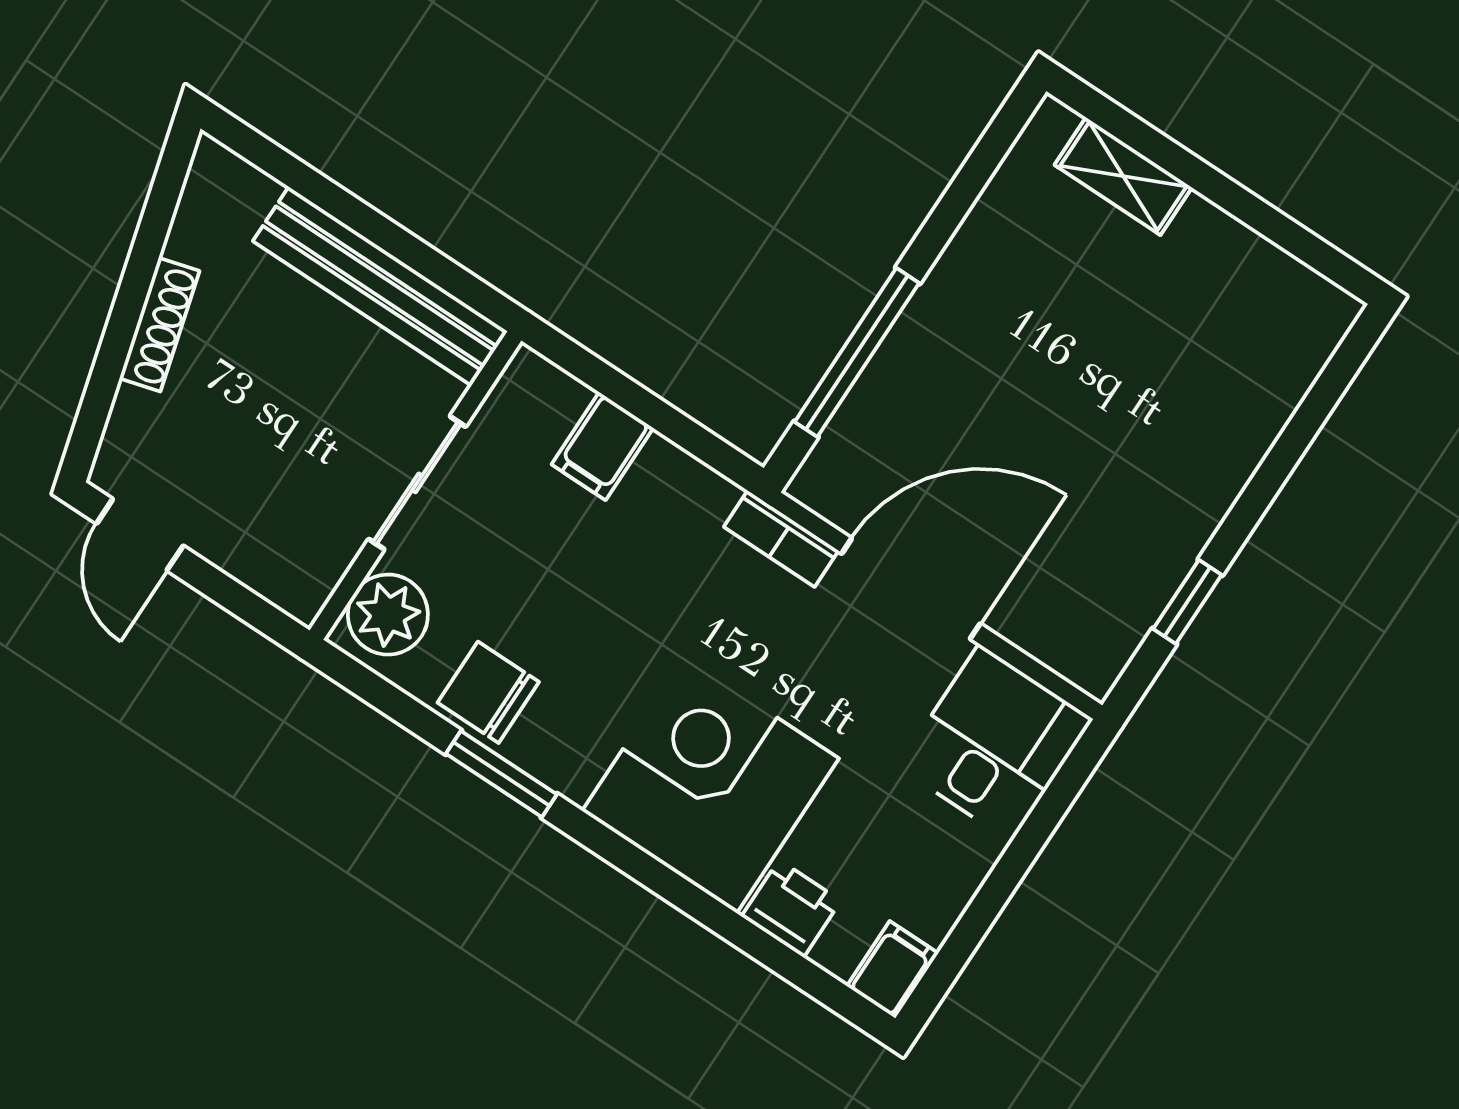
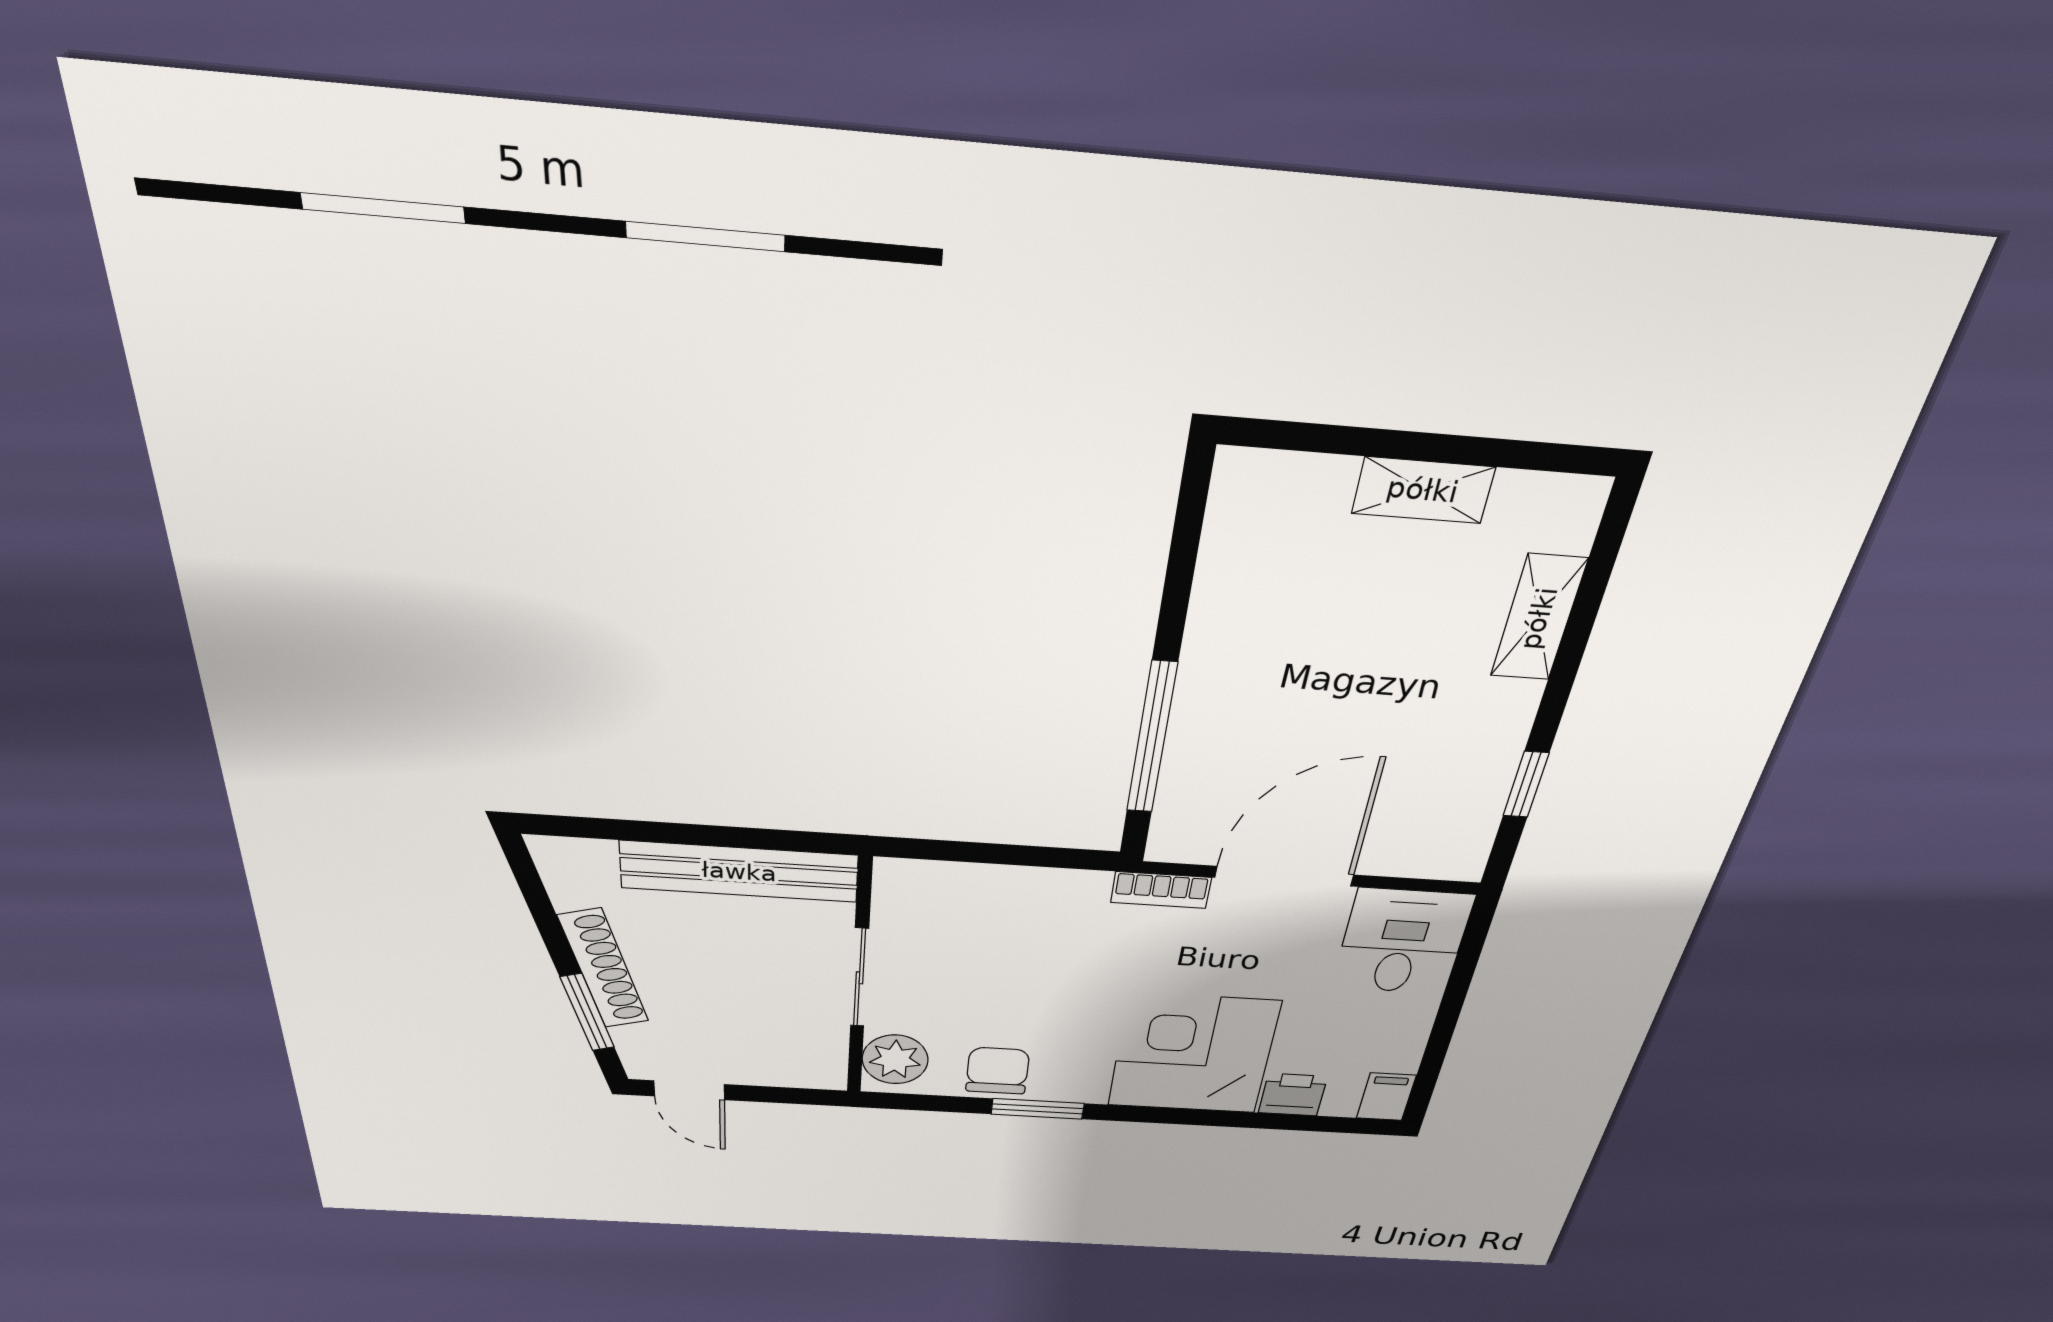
shelving: (1123, 176) -> (1423, 490), moved
shoe rack: (159, 325) -> (603, 969), width x1.36, depth x1.24
window: (107, 371) -> (587, 1012), added
shelving: (1259, 414) -> (1539, 618), added
filing cabinet: (602, 446) -> (983, 894), removed
chair: (488, 692) -> (998, 1071), turned 90

